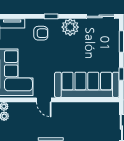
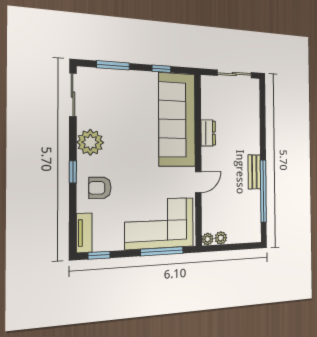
armchair: (41, 33) -> (100, 188), turned -90
dresser: (78, 107) -> (208, 133), added

